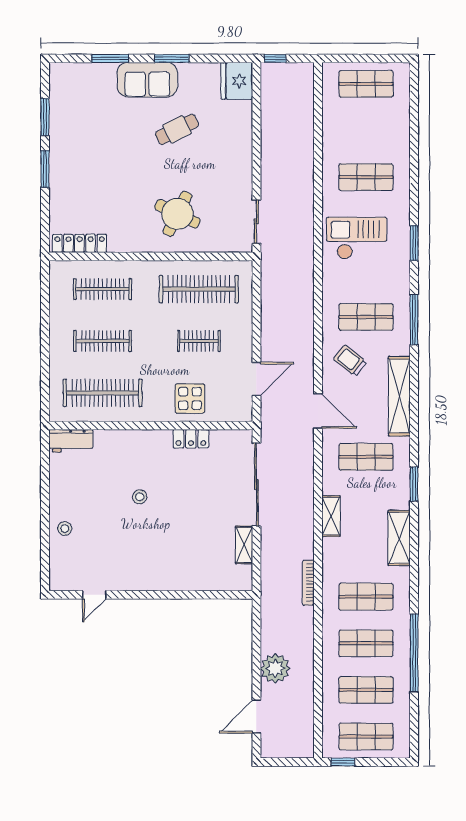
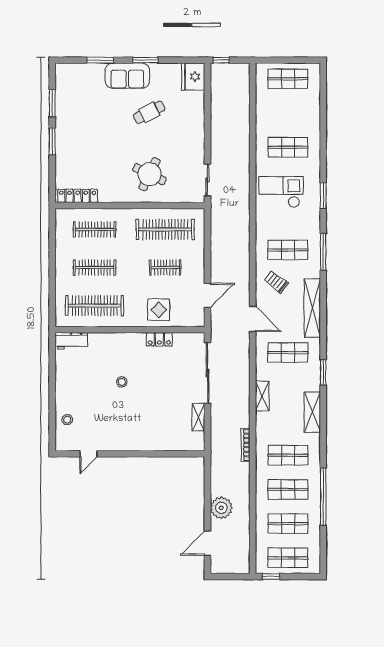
stool: (65, 529) -> (67, 420), moved

